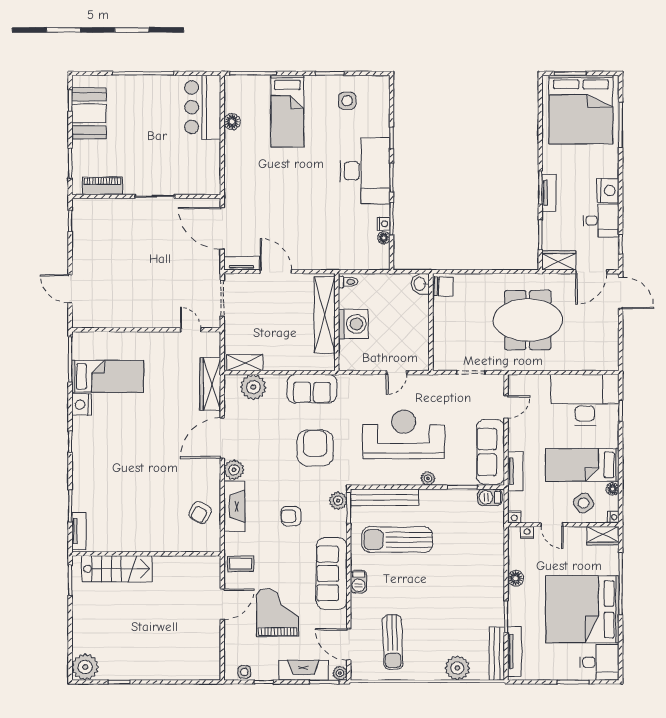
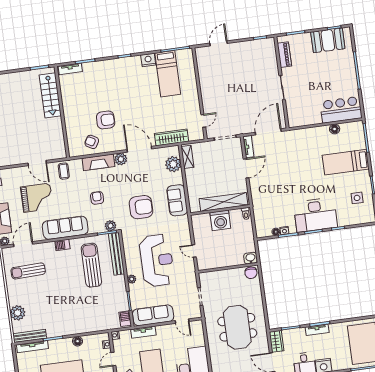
armchair: (168, 486) -> (106, 120), added

